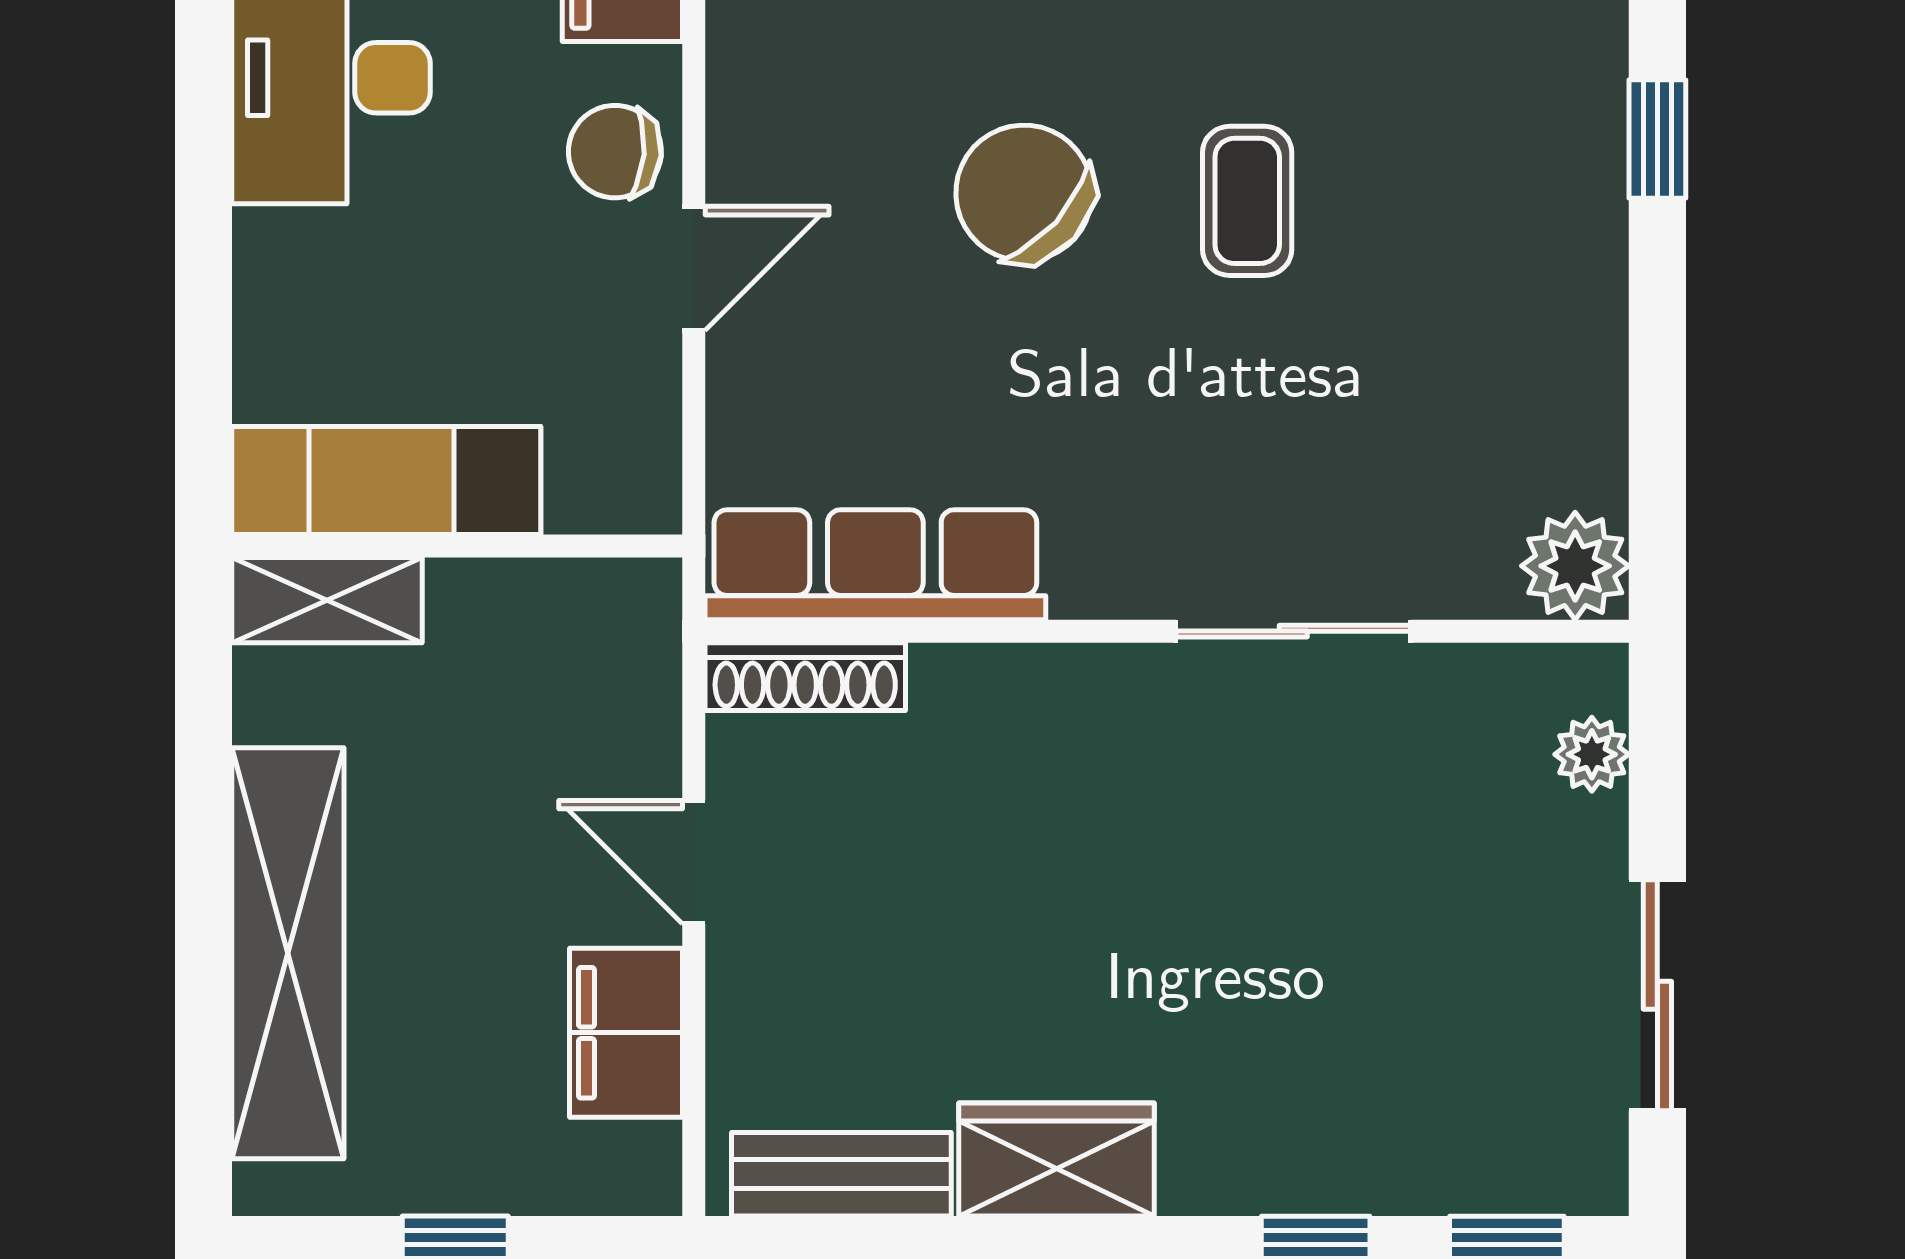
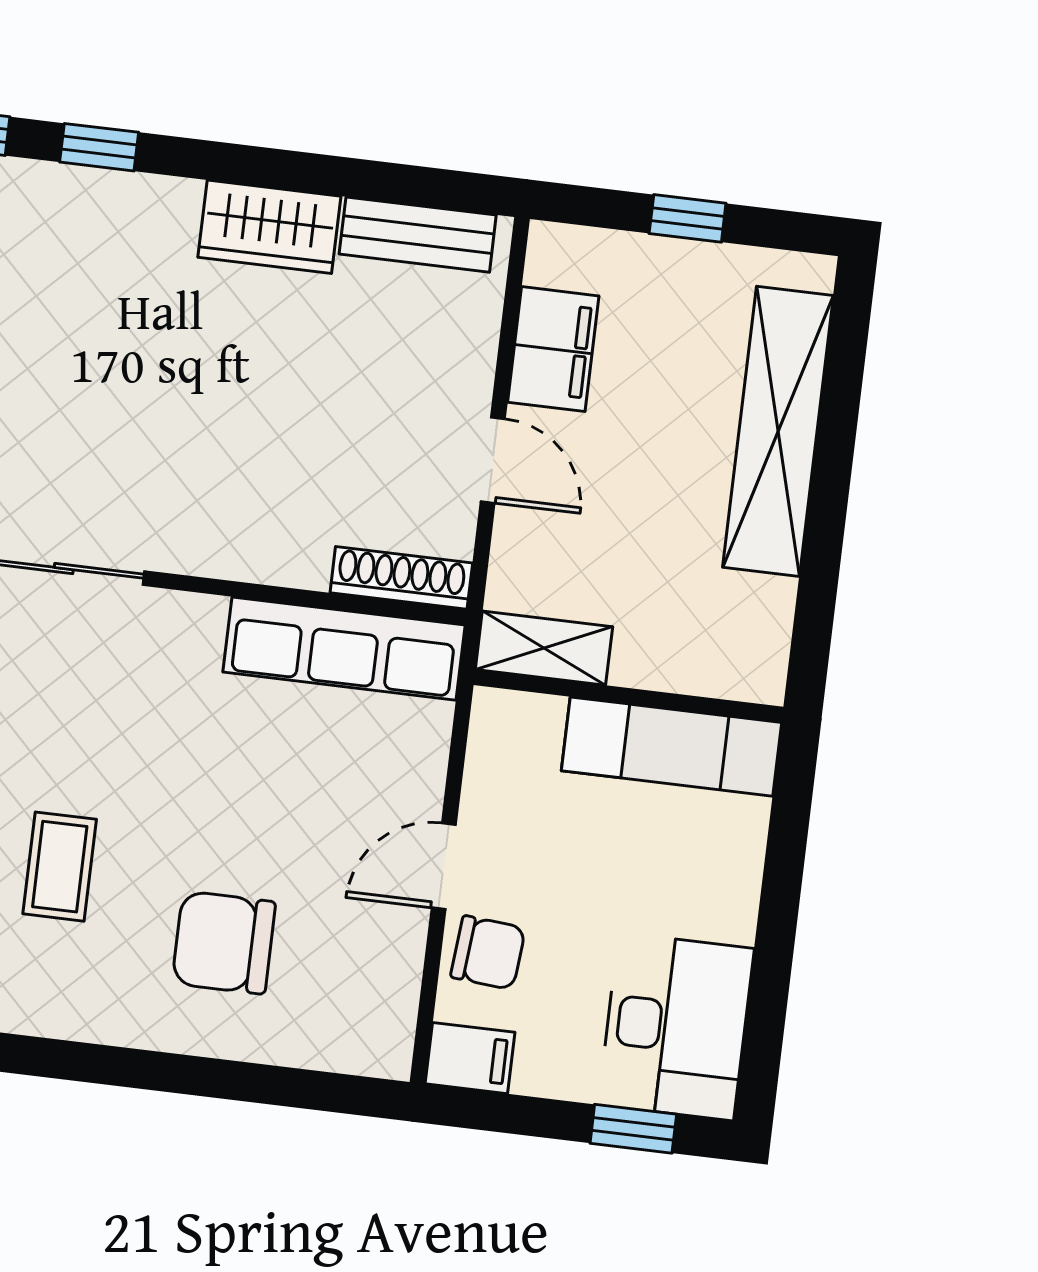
chair: (1024, 193) -> (224, 943), moved, turned 138
shelving: (327, 600) -> (544, 648), moved

